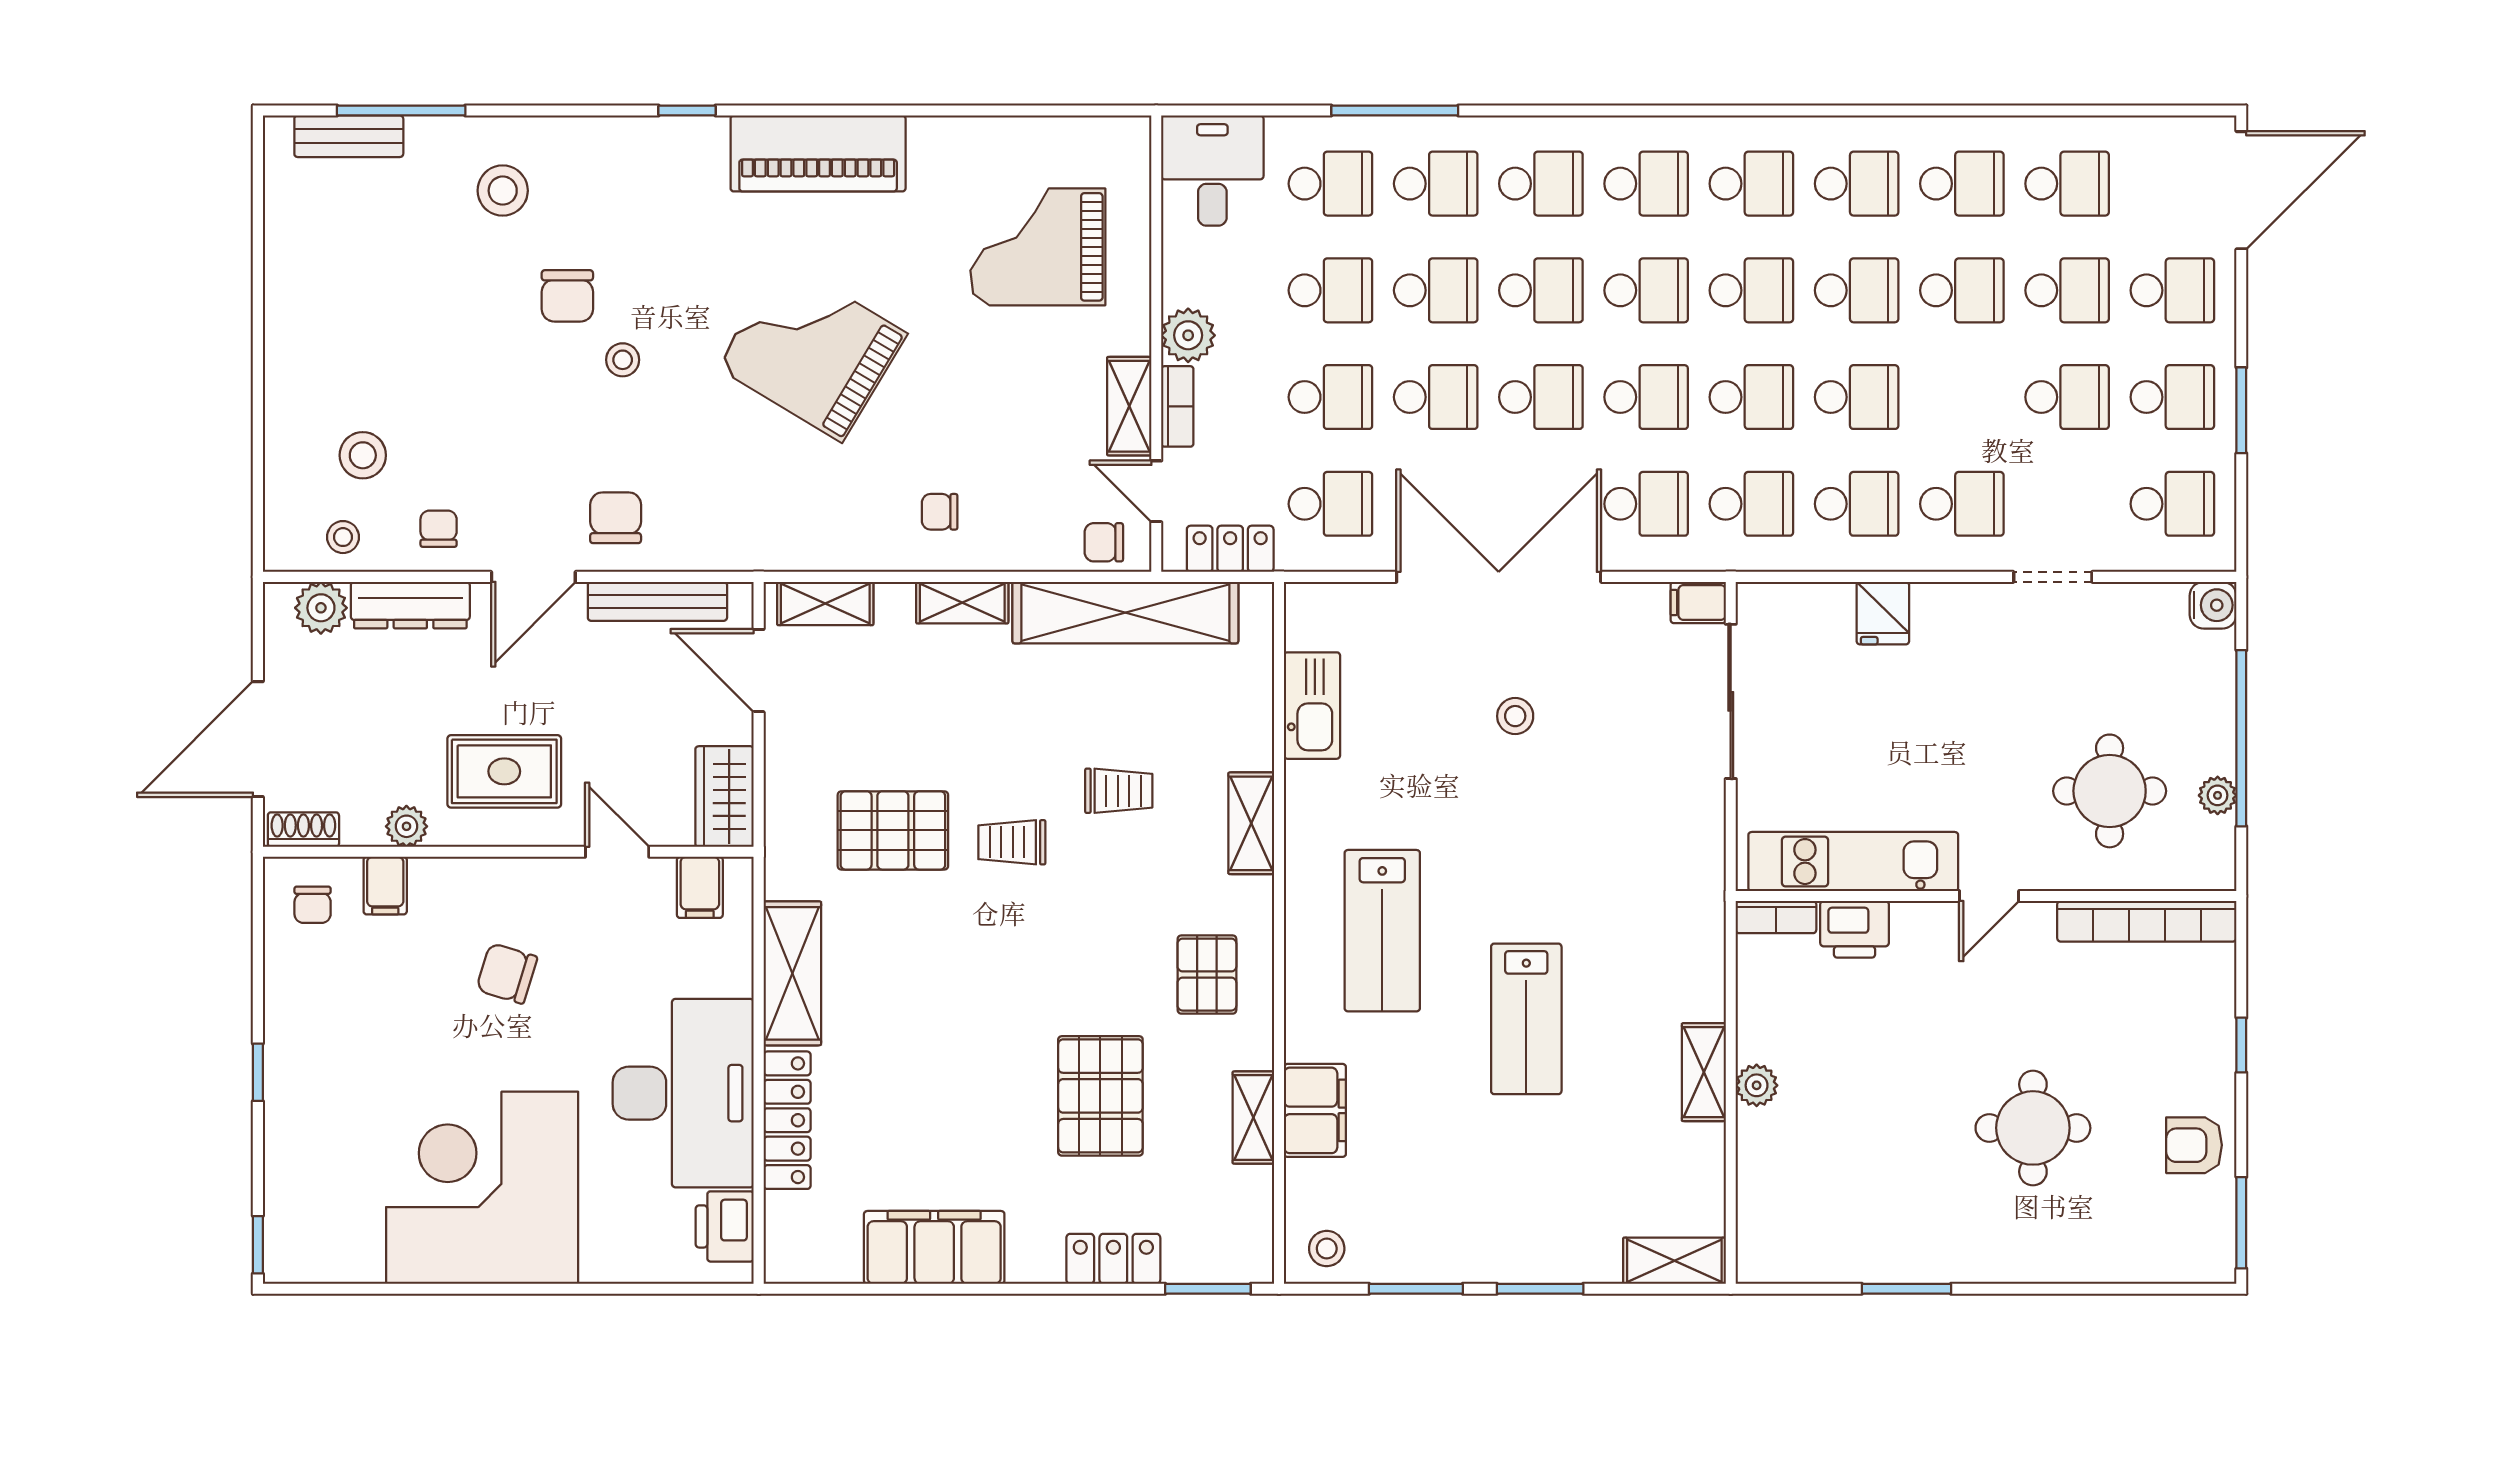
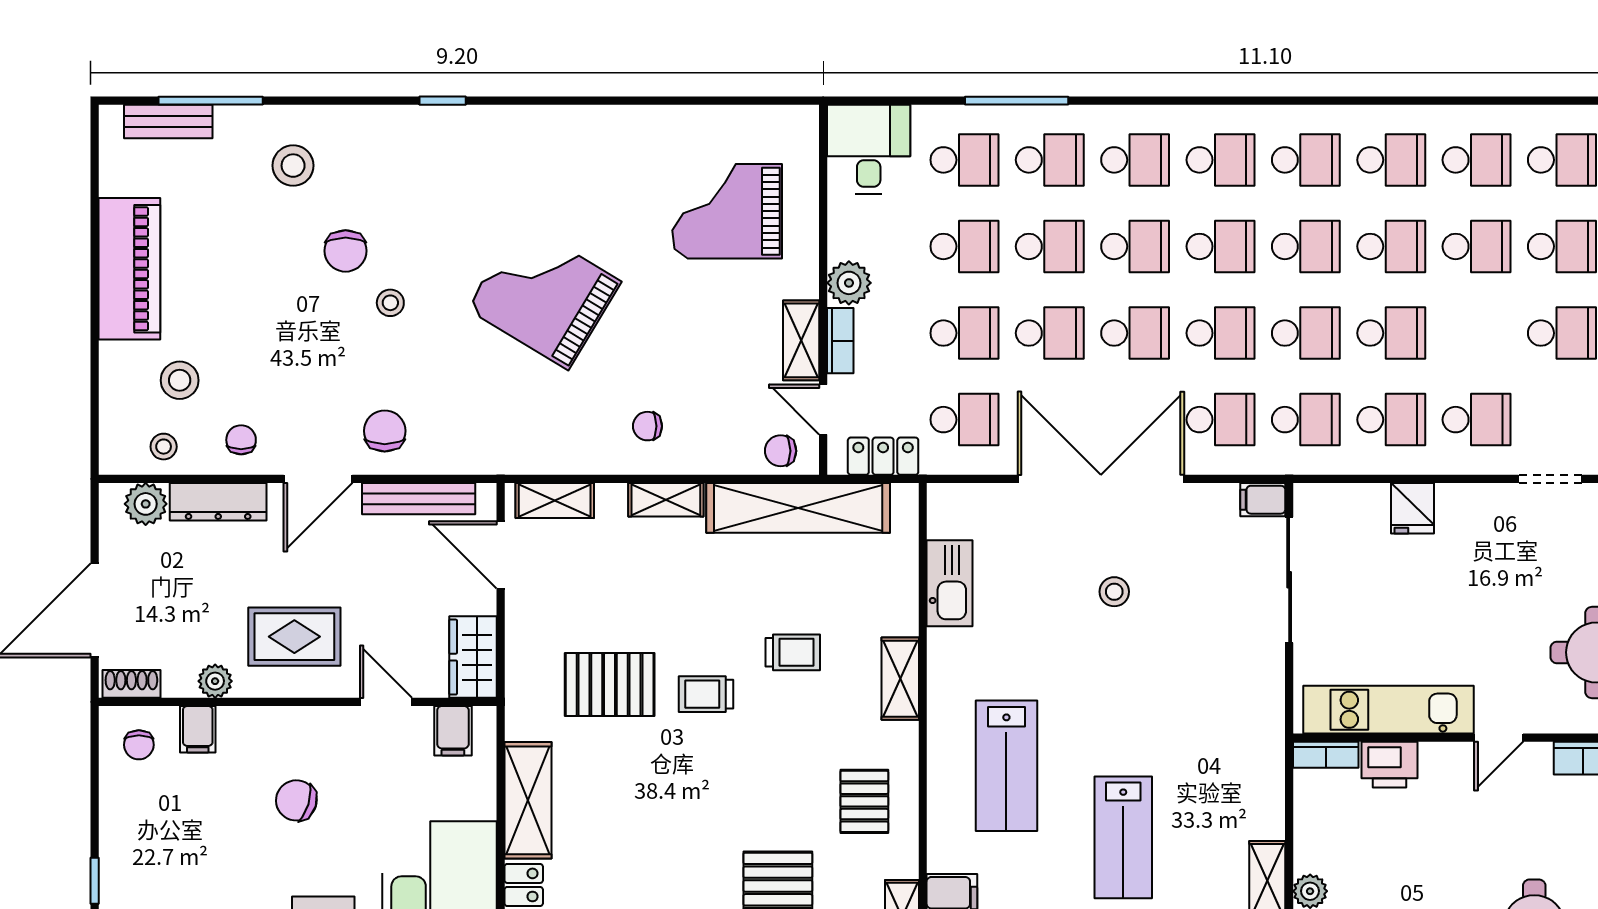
piano: (818, 153) -> (129, 269), moved, turned -90

